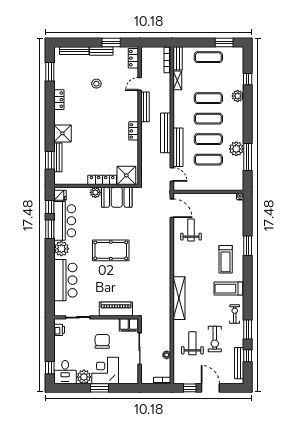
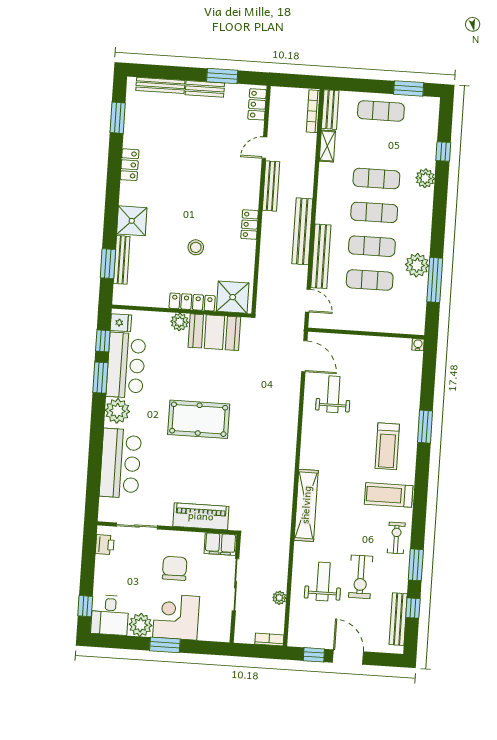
stool: (96, 84) -> (196, 247), moved

